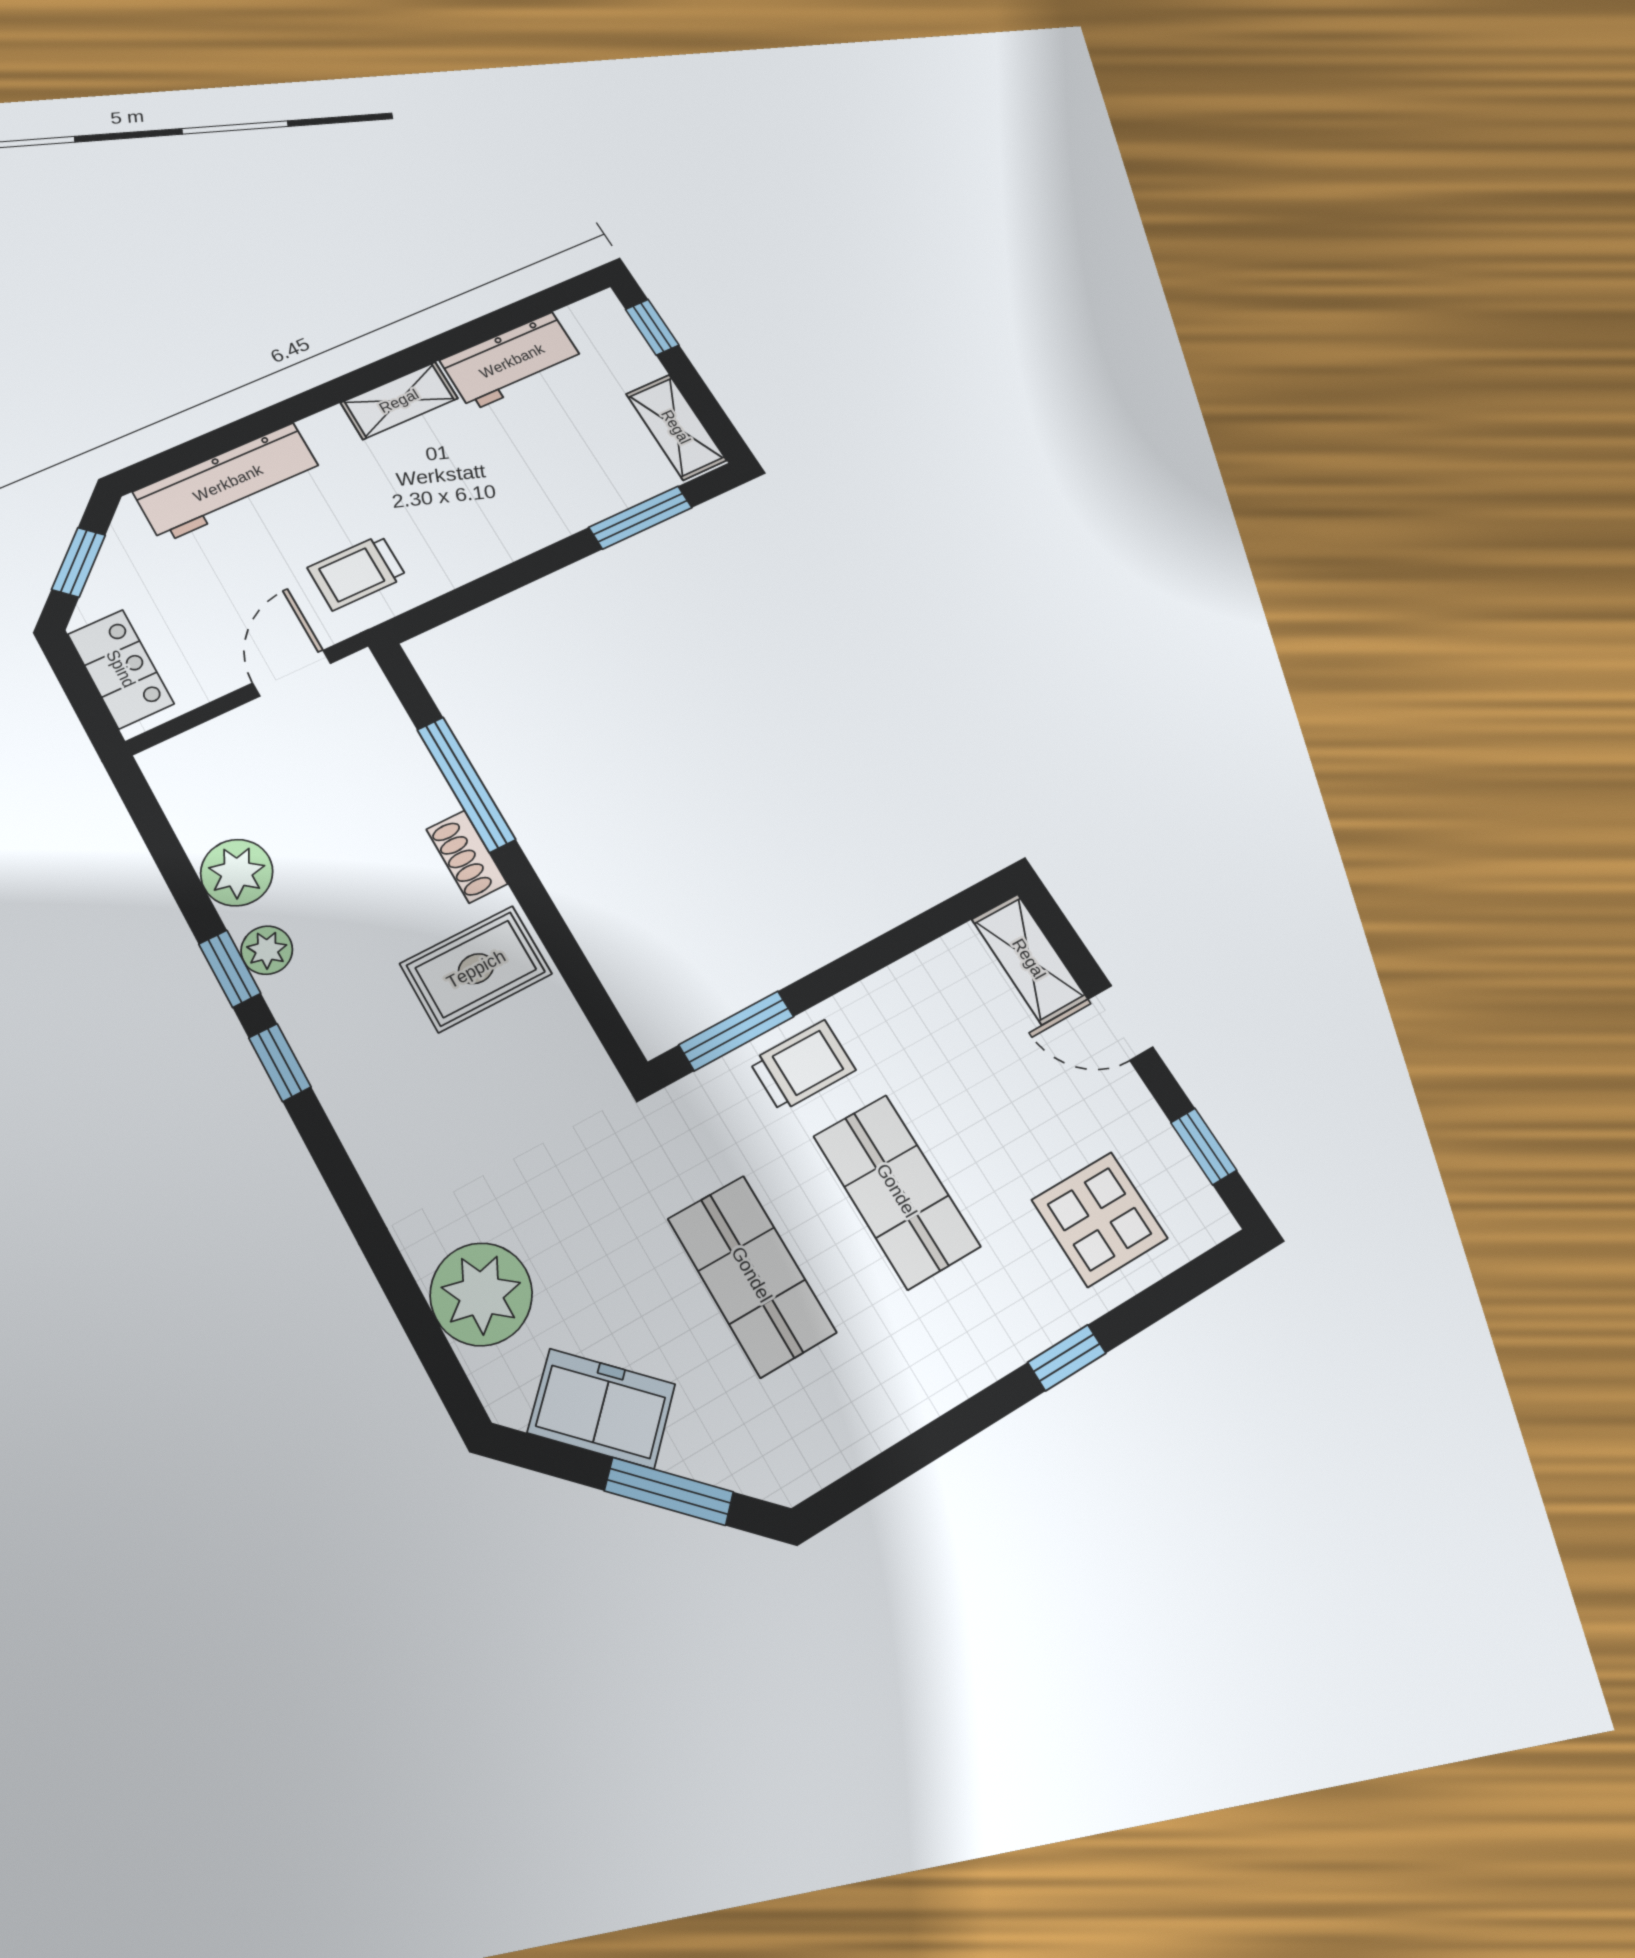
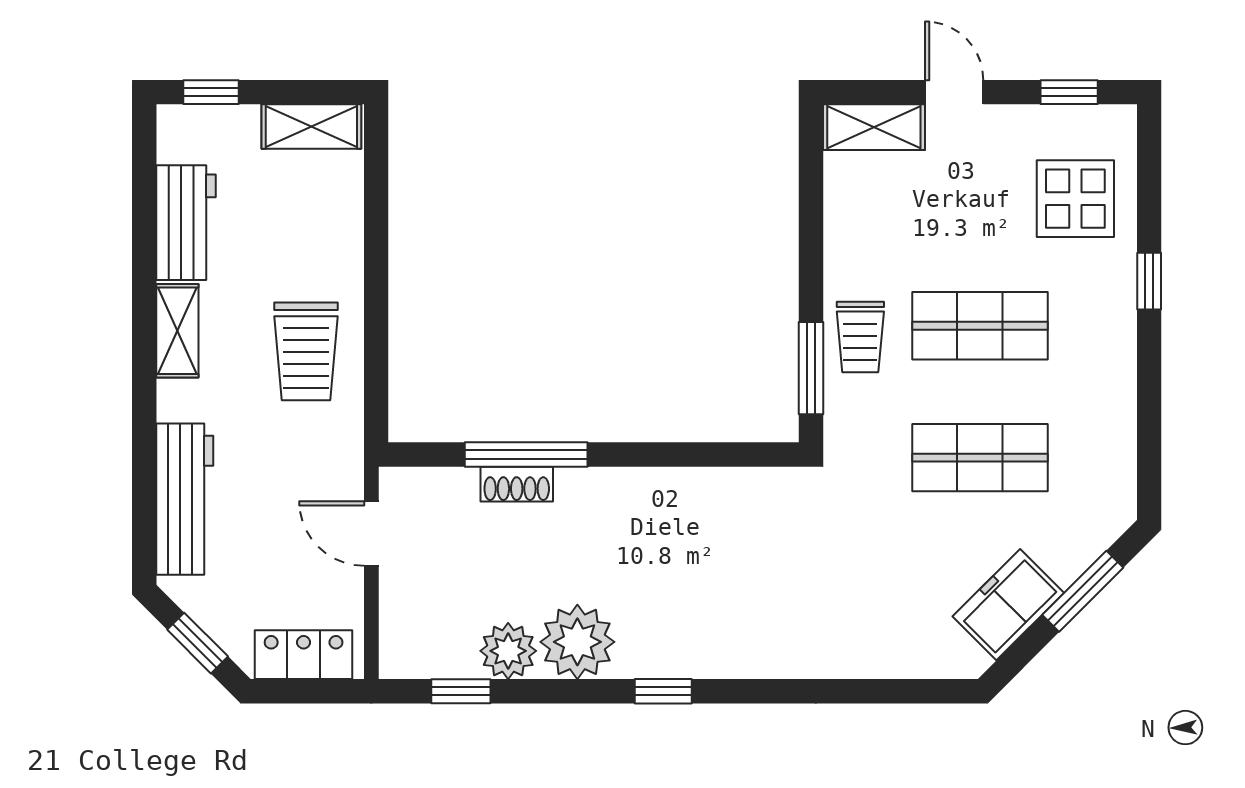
window: (640, 517) -> (376, 201), removed
trolley: (357, 572) -> (306, 351), moved, width x1.36, depth x1.39
shoe rack: (467, 856) -> (517, 484), moved
plant: (267, 950) -> (577, 642), width x1.88, depth x1.88
window: (230, 969) -> (461, 691), moved
rug: (476, 969) -> (669, 523), removed
door: (1121, 1023) -> (954, 92), swing flipped
trolley: (803, 1066) -> (860, 337), turned 180
plant: (481, 1294) -> (893, 641), removed

